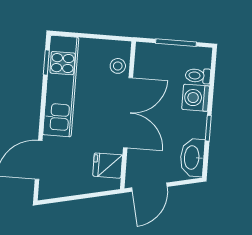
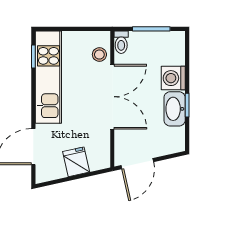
toilet: (198, 76) -> (121, 42), moved, turned -90
washbasin: (192, 158) -> (175, 109), moved
fridge: (108, 166) -> (76, 162), moved, turned 78

